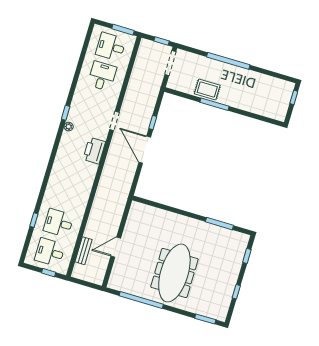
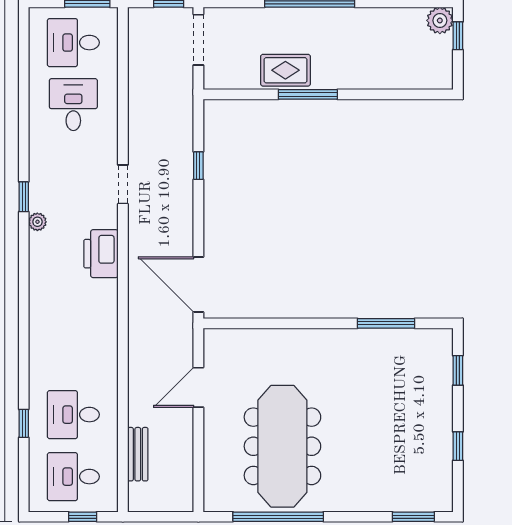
plant: (287, 88) -> (440, 20), added
door: (145, 150) -> (198, 284), moved
door: (116, 247) -> (198, 387), moved
meeting table: (174, 273) -> (282, 446), moved

